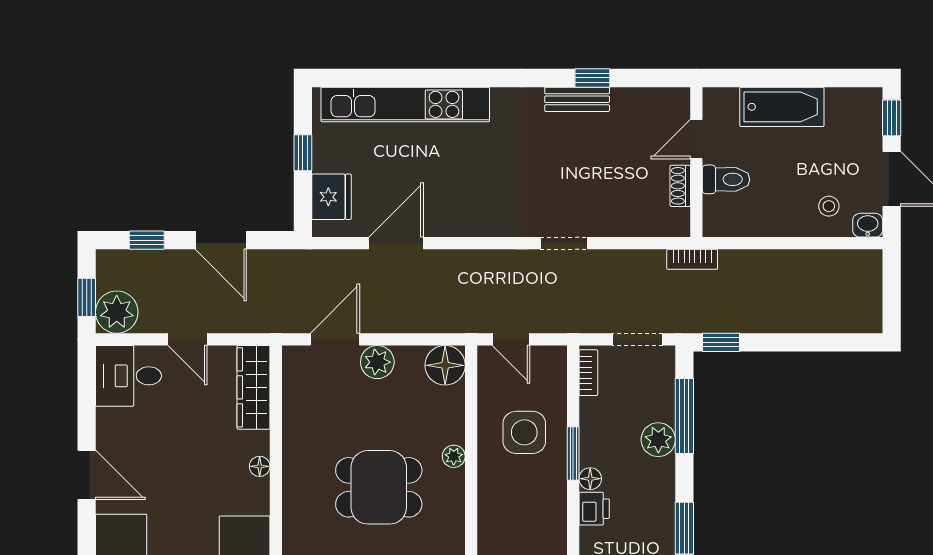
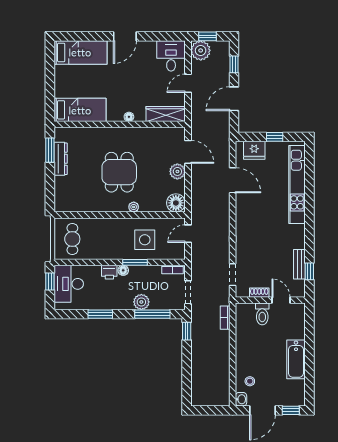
door: (696, 139) -> (281, 300), moved
wall: (696, 162) -> (270, 300), moved
toilet: (726, 179) -> (262, 314), moved
shoe rack: (680, 186) -> (259, 293), moved
doorway: (564, 243) -> (233, 275), moved

